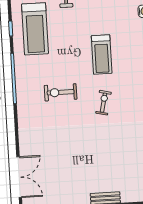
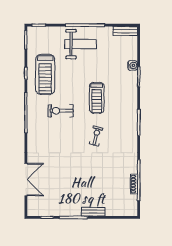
exercise bike: (61, 92) -> (61, 111), moved
double door: (19, 177) -> (26, 179), moved

